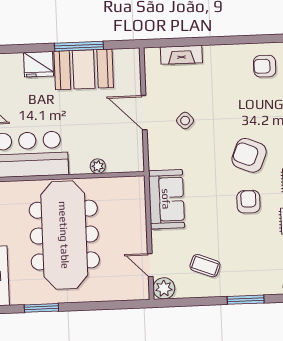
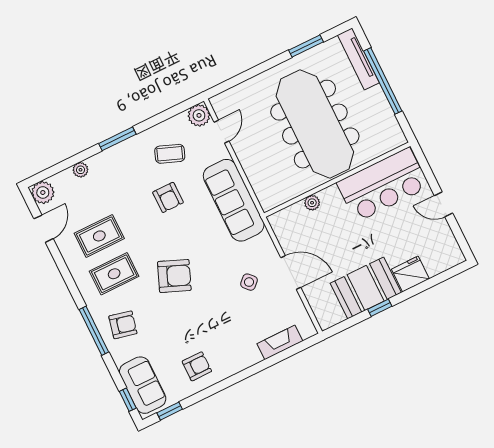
window: (79, 46) -> (380, 308), width x0.46
sofa: (166, 199) -> (234, 200), width x1.36
armchair: (248, 202) -> (168, 197), moved
door: (150, 265) -> (222, 132), hinge flipped

